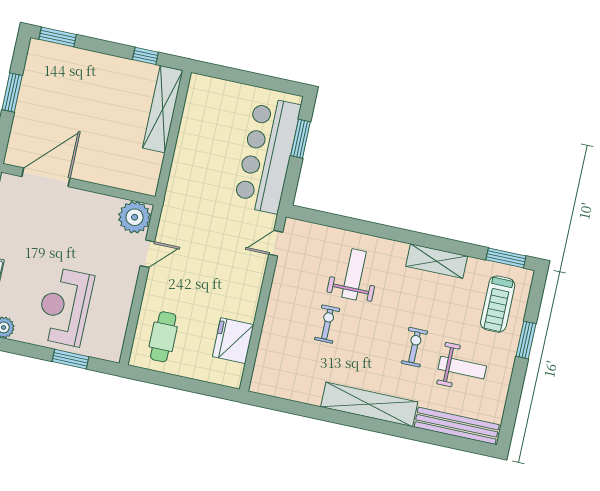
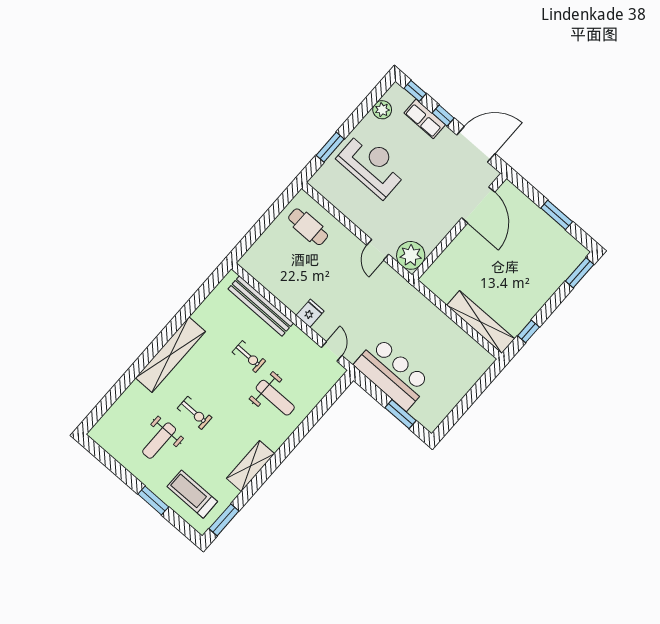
bar counter: (267, 155) -> (392, 374), width x0.73
fridge: (233, 341) -> (310, 313), moved, width x0.53, depth x0.75
bench: (457, 426) -> (261, 306), moved, turned 90

